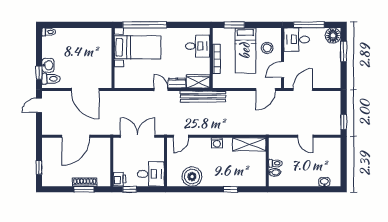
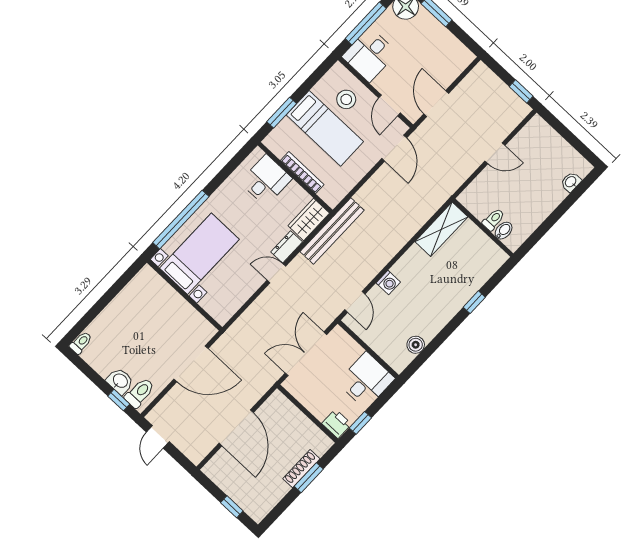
washing machine: (217, 143) -> (388, 283), moved
boiler: (192, 177) -> (416, 345), width x0.54, depth x0.54

